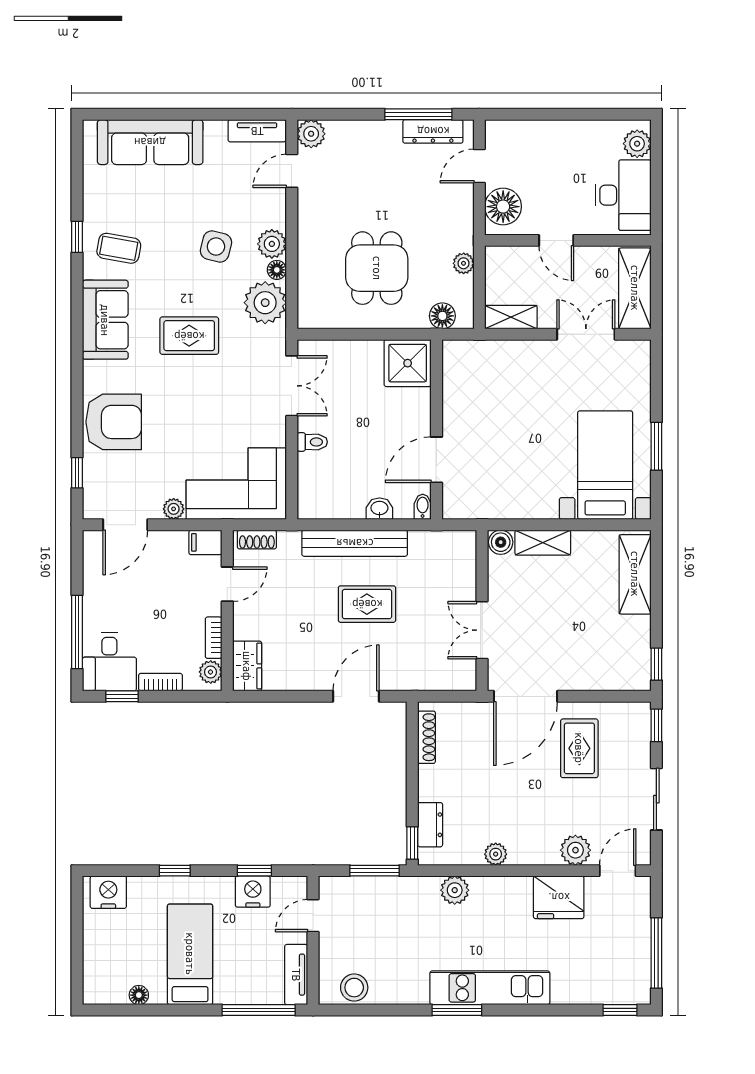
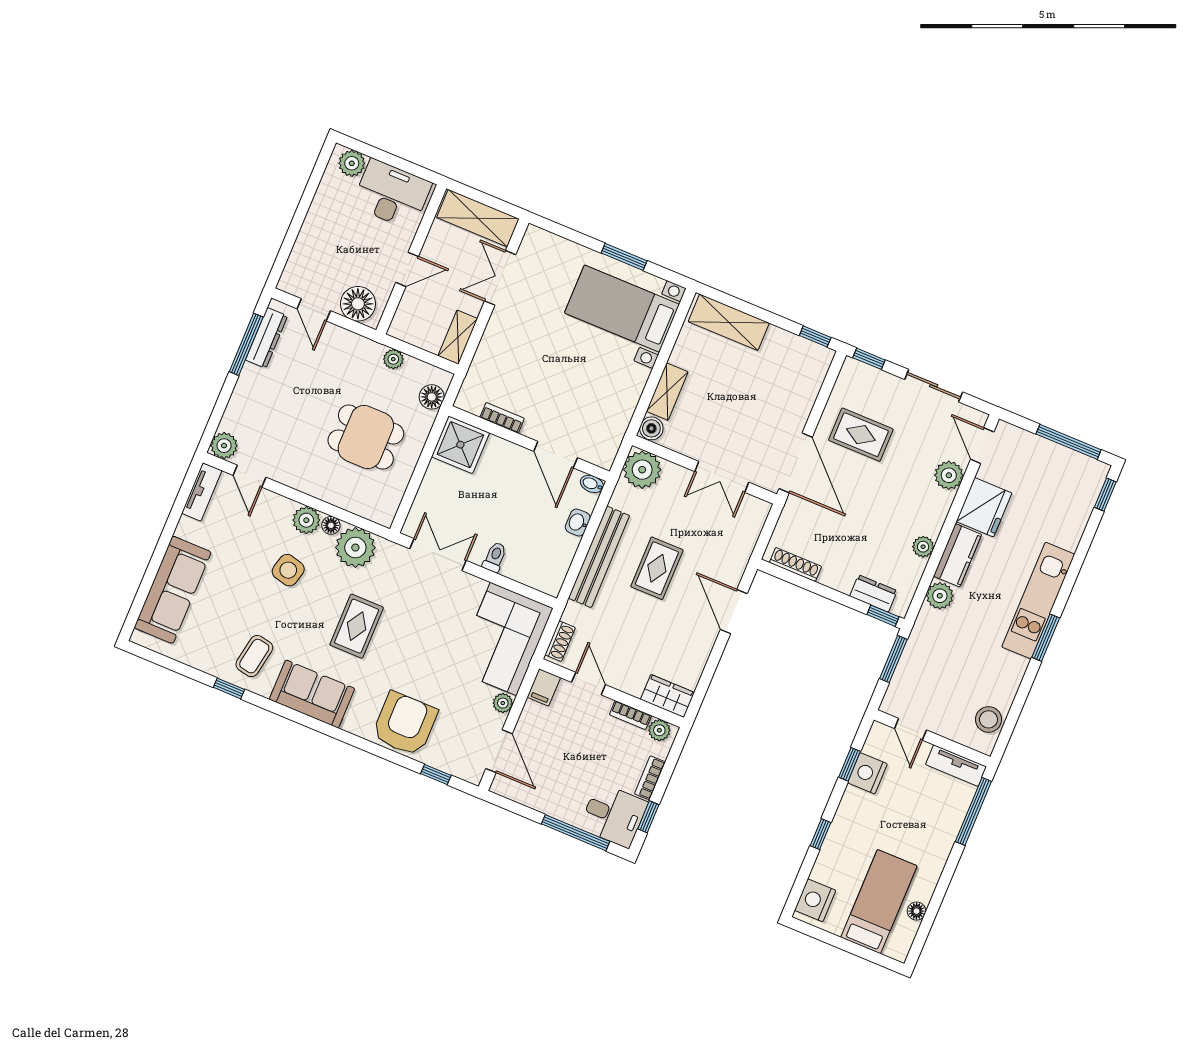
bookcase: (451, 393) -> (502, 418), added
plant: (457, 550) -> (642, 470), added
kitchen counter: (501, 891) -> (958, 555), added
bed: (190, 954) -> (879, 902), moved, turned 90

